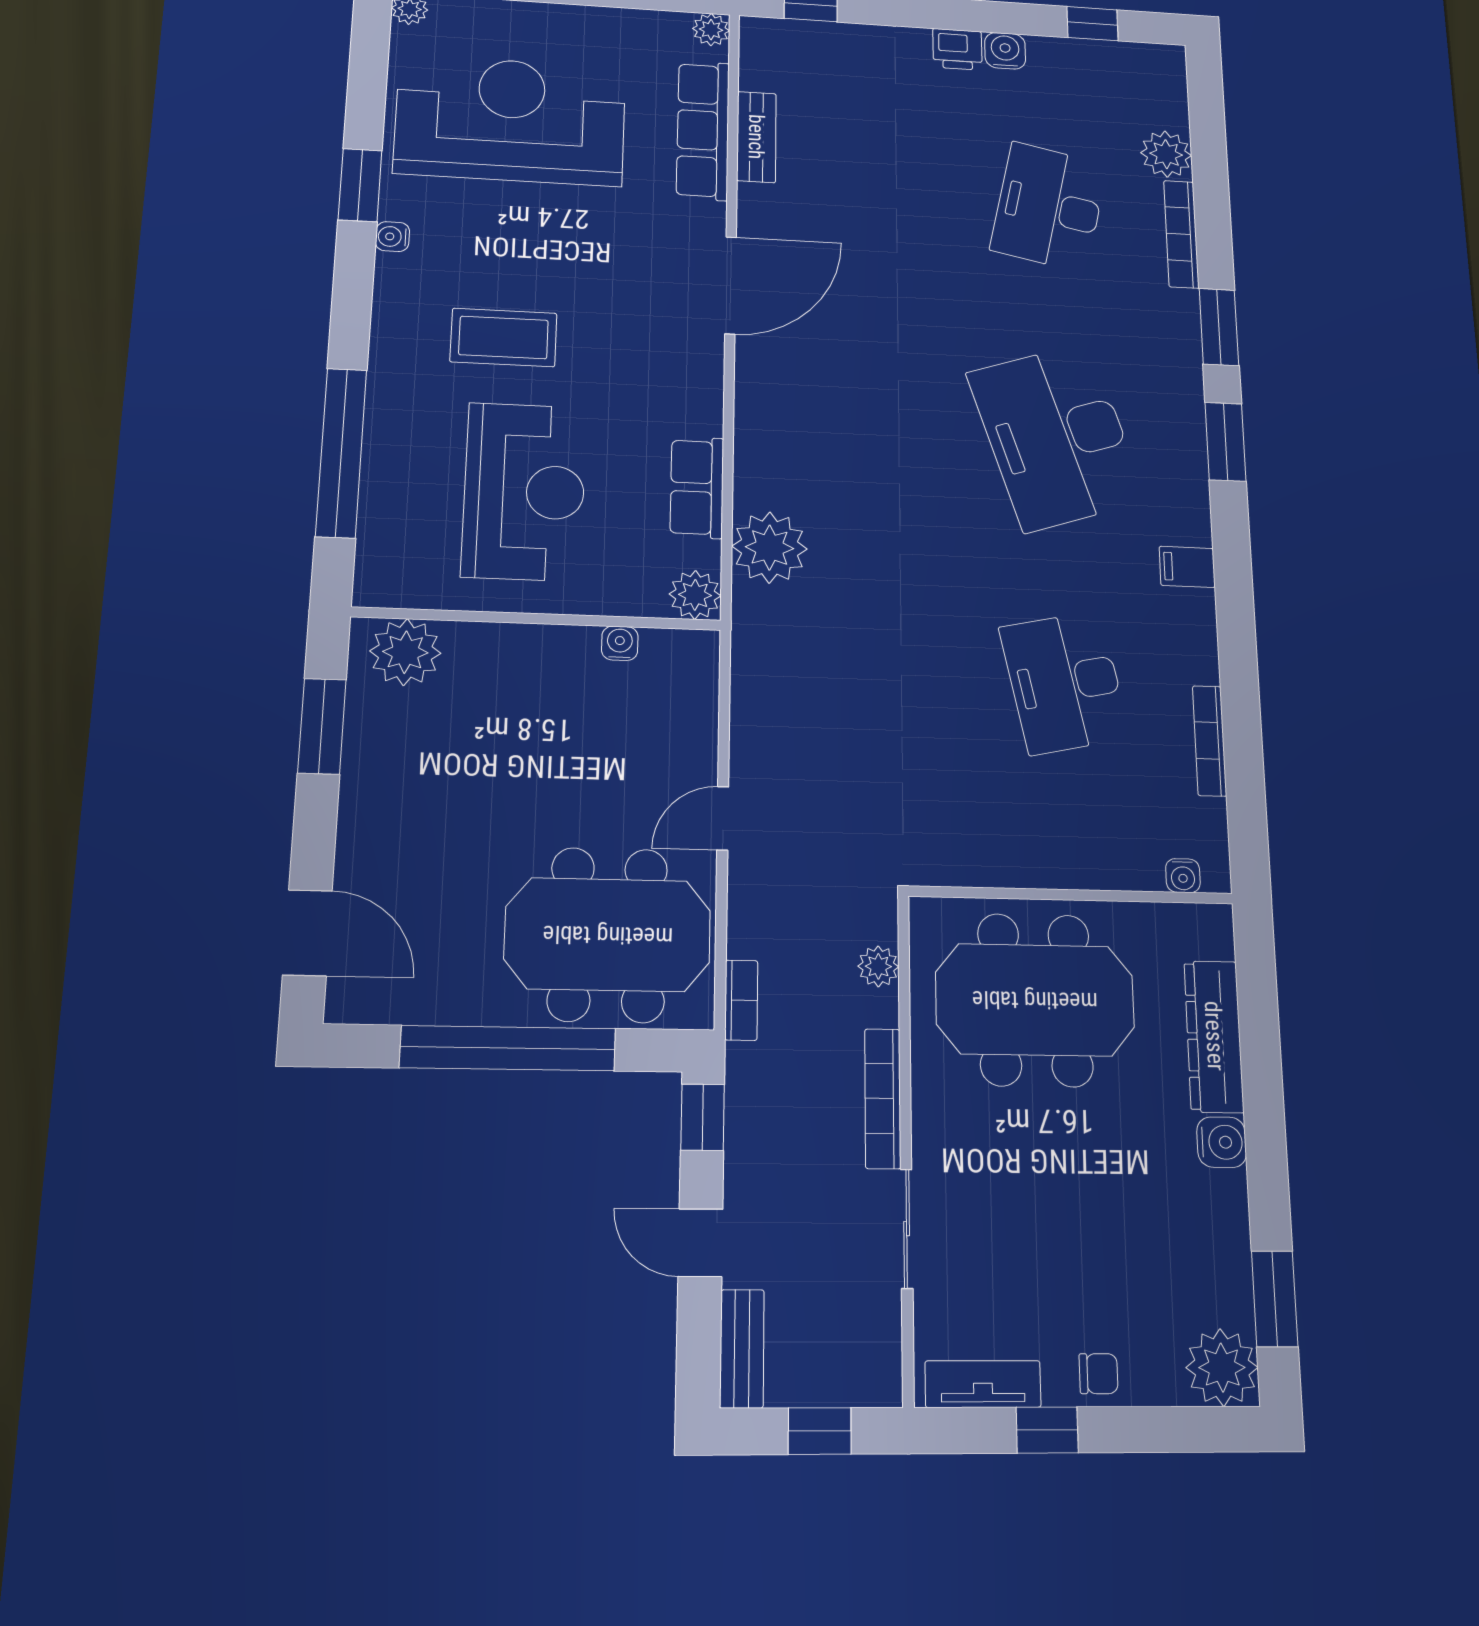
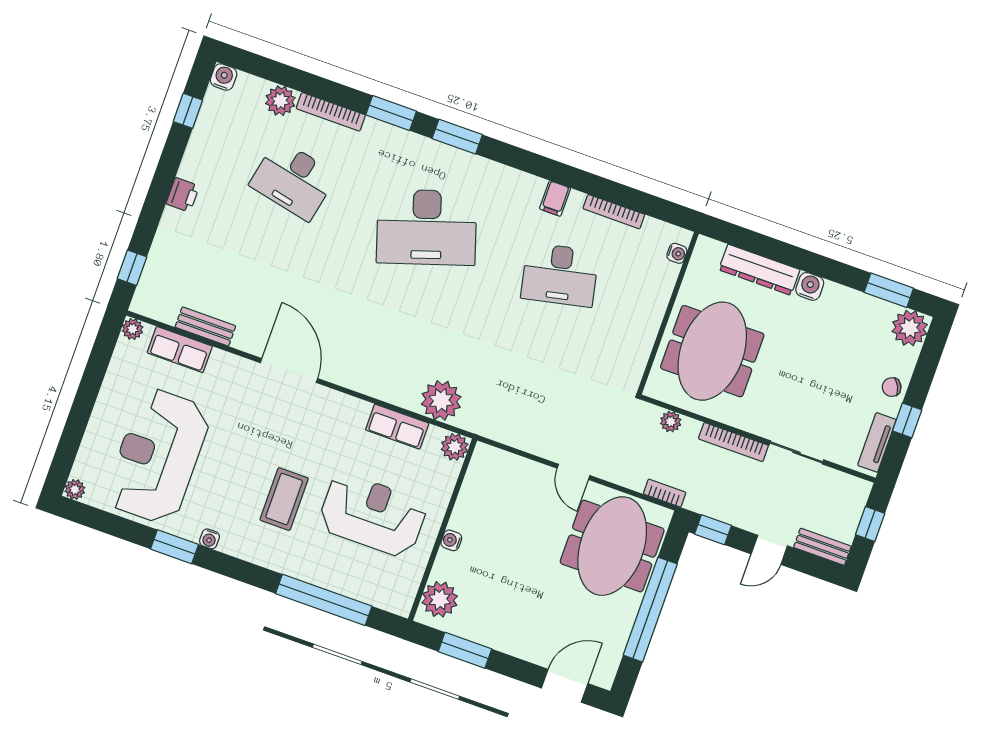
water cooler: (1005, 51) -> (224, 77), moved, turned 90
row of seats: (703, 130) -> (180, 350), width x0.68
filing cabinet: (1187, 567) -> (555, 198), moved
water cooler: (620, 643) -> (451, 540), moved
chair: (1099, 1374) -> (892, 387), turned -116

